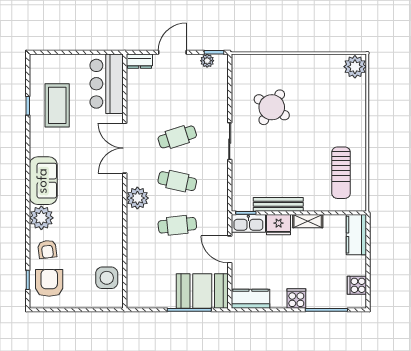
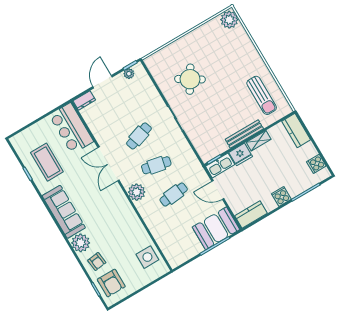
sofa: (43, 181) -> (64, 212), width x1.36
bench: (278, 204) -> (244, 134), moved
armchair: (49, 283) -> (111, 283), turned 180

